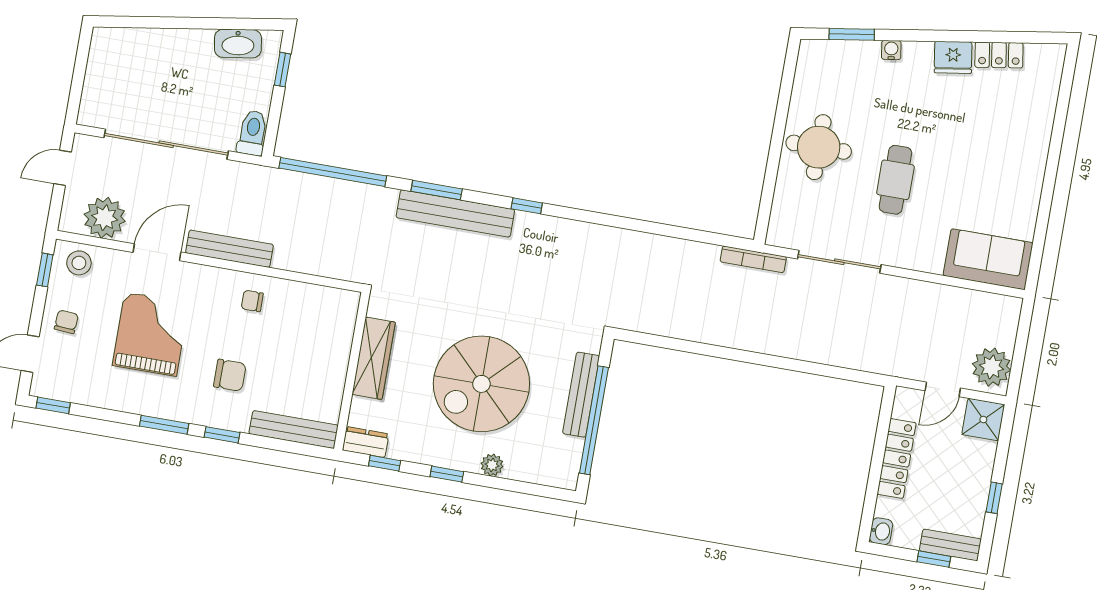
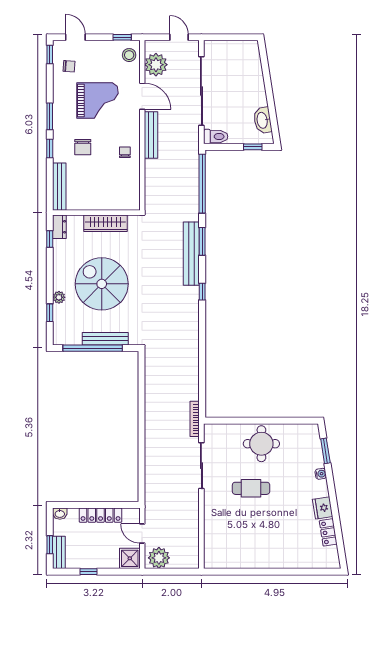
sofa: (988, 259) -> (217, 546), removed
chair: (66, 322) -> (69, 66), moved
window: (447, 474) -> (50, 313), moved

